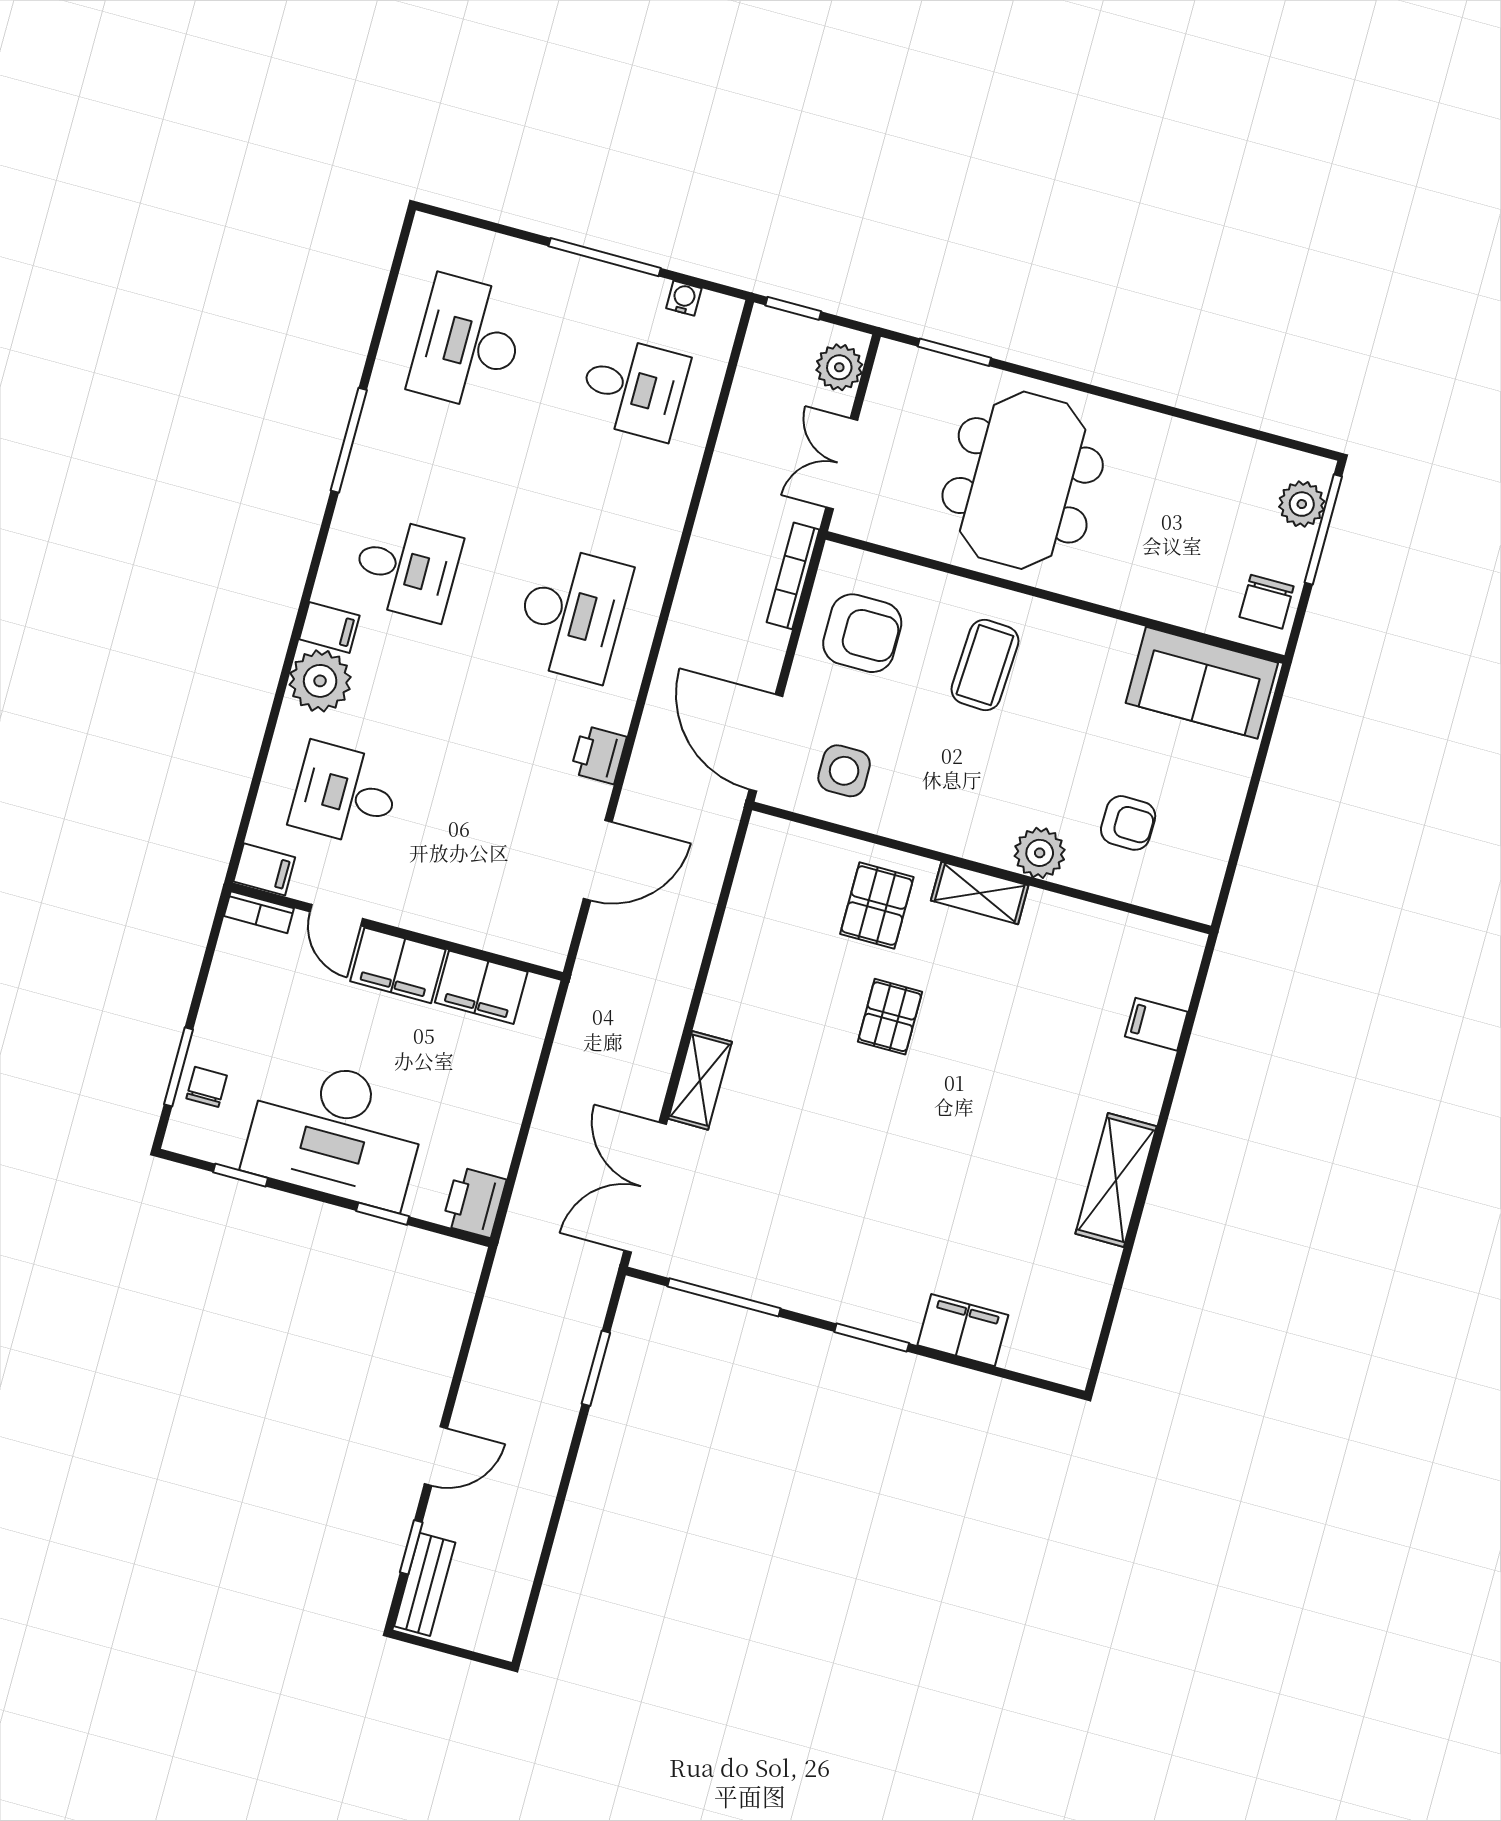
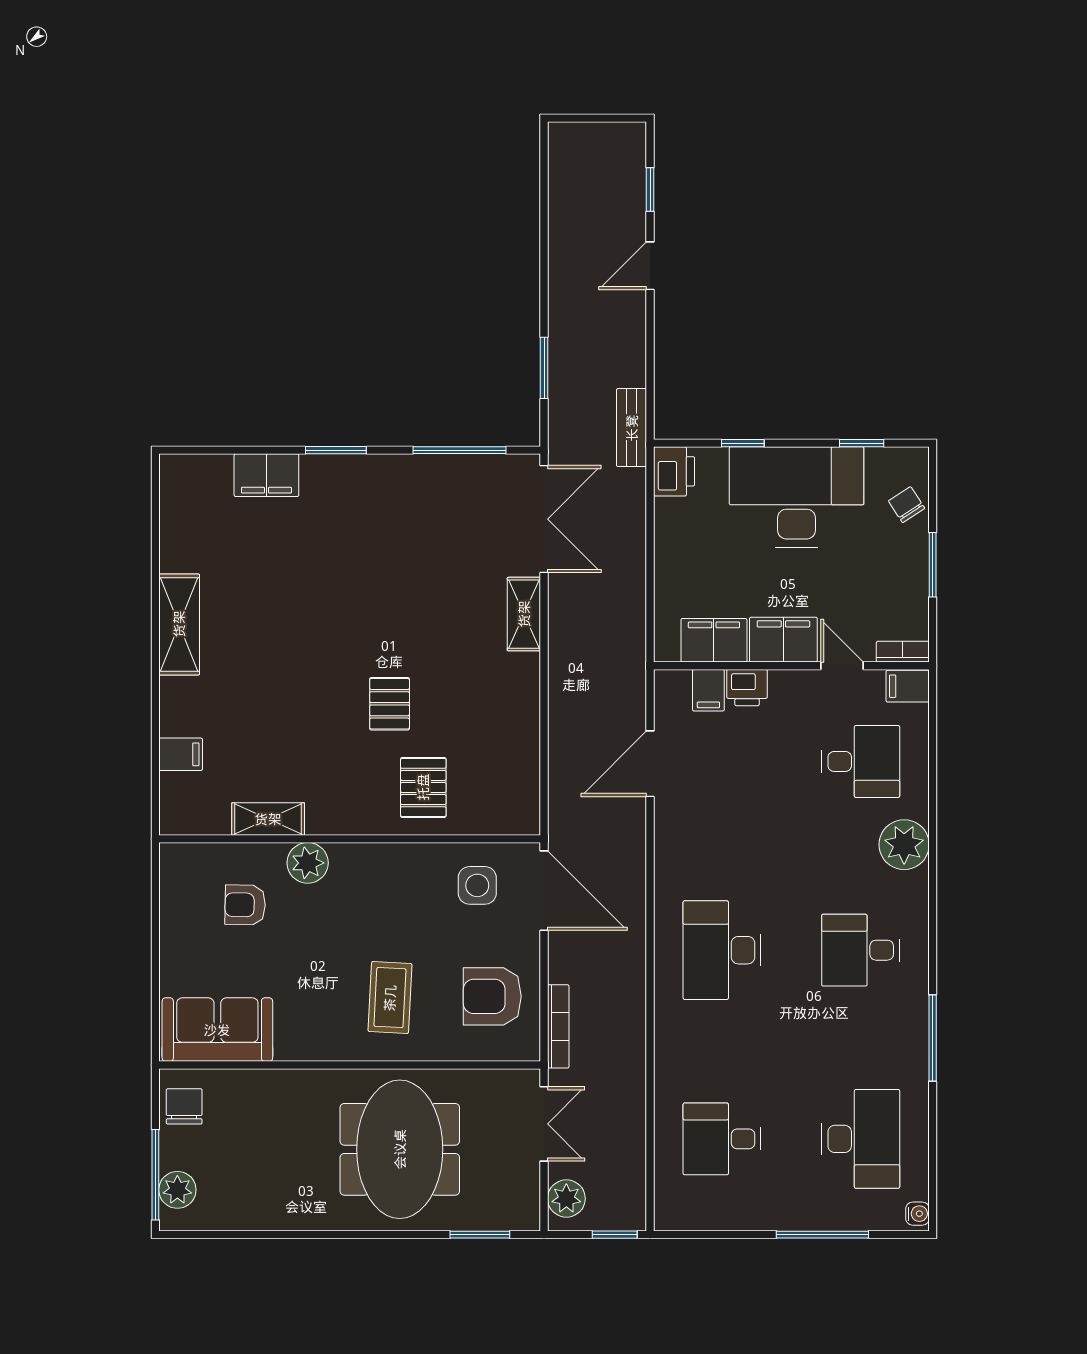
window: (605, 257) -> (822, 1235), moved
water cooler: (684, 298) -> (917, 1214), moved, turned -90
filing cabinet: (329, 627) -> (708, 690), moved, turned -90
printer: (598, 755) -> (747, 688), moved, turned 90
shelving: (980, 893) -> (268, 819), moved
window: (179, 1067) -> (933, 565), moved
chair: (207, 1087) -> (907, 505), turned 147
bench: (425, 1584) -> (632, 428), moved

